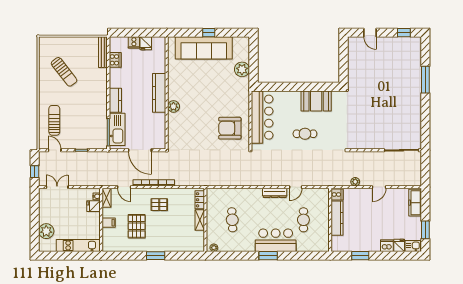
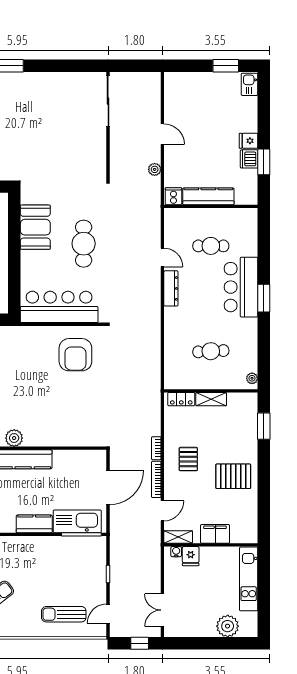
plant: (173, 106) -> (14, 438), moved
cafe table: (305, 134) -> (84, 244), width x1.37, depth x1.35
freezer: (415, 203) -> (186, 81), removed
filing cabinet: (109, 223) -> (215, 534), width x2.00
pallet: (137, 226) -> (233, 476), moved
fridge: (399, 245) -> (248, 141), moved
dishwasher: (387, 246) -> (249, 159), moved
window: (156, 256) -> (264, 426), moved

